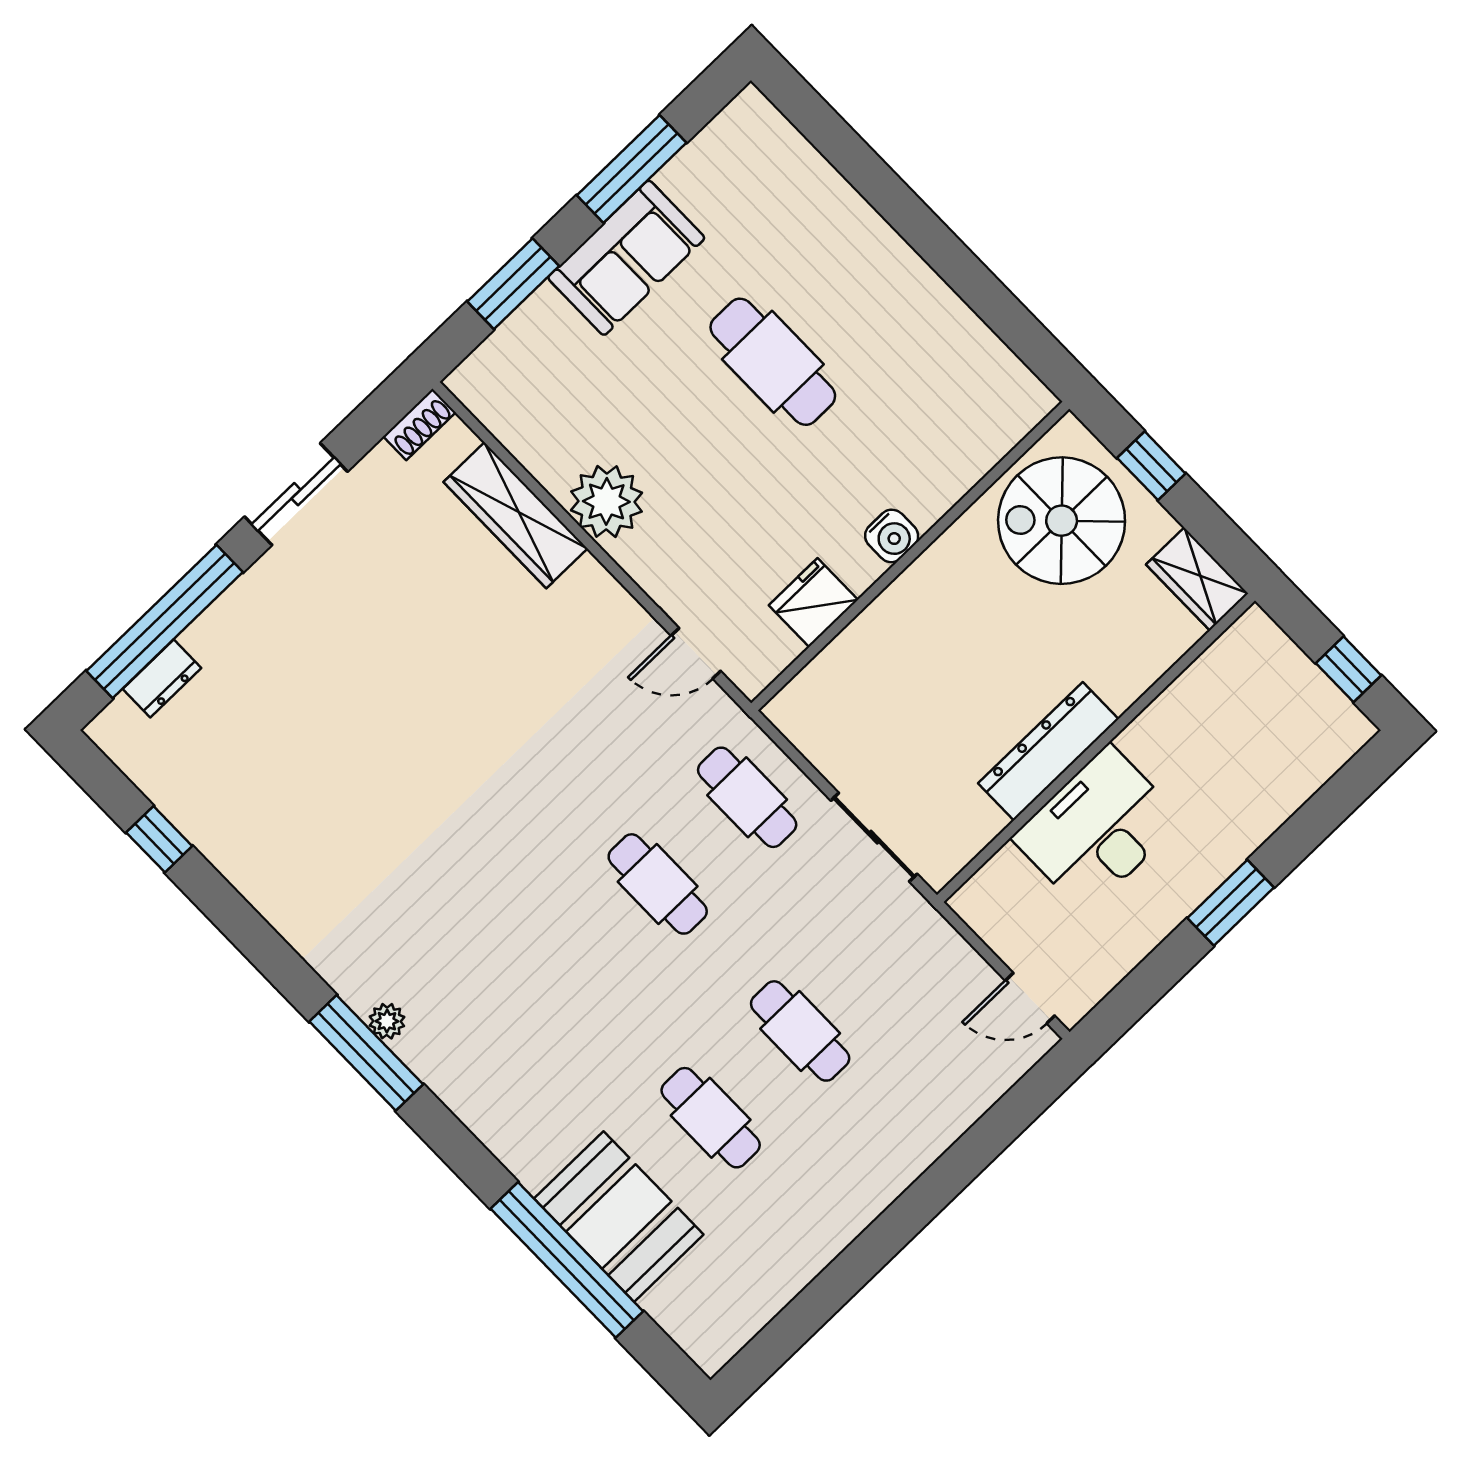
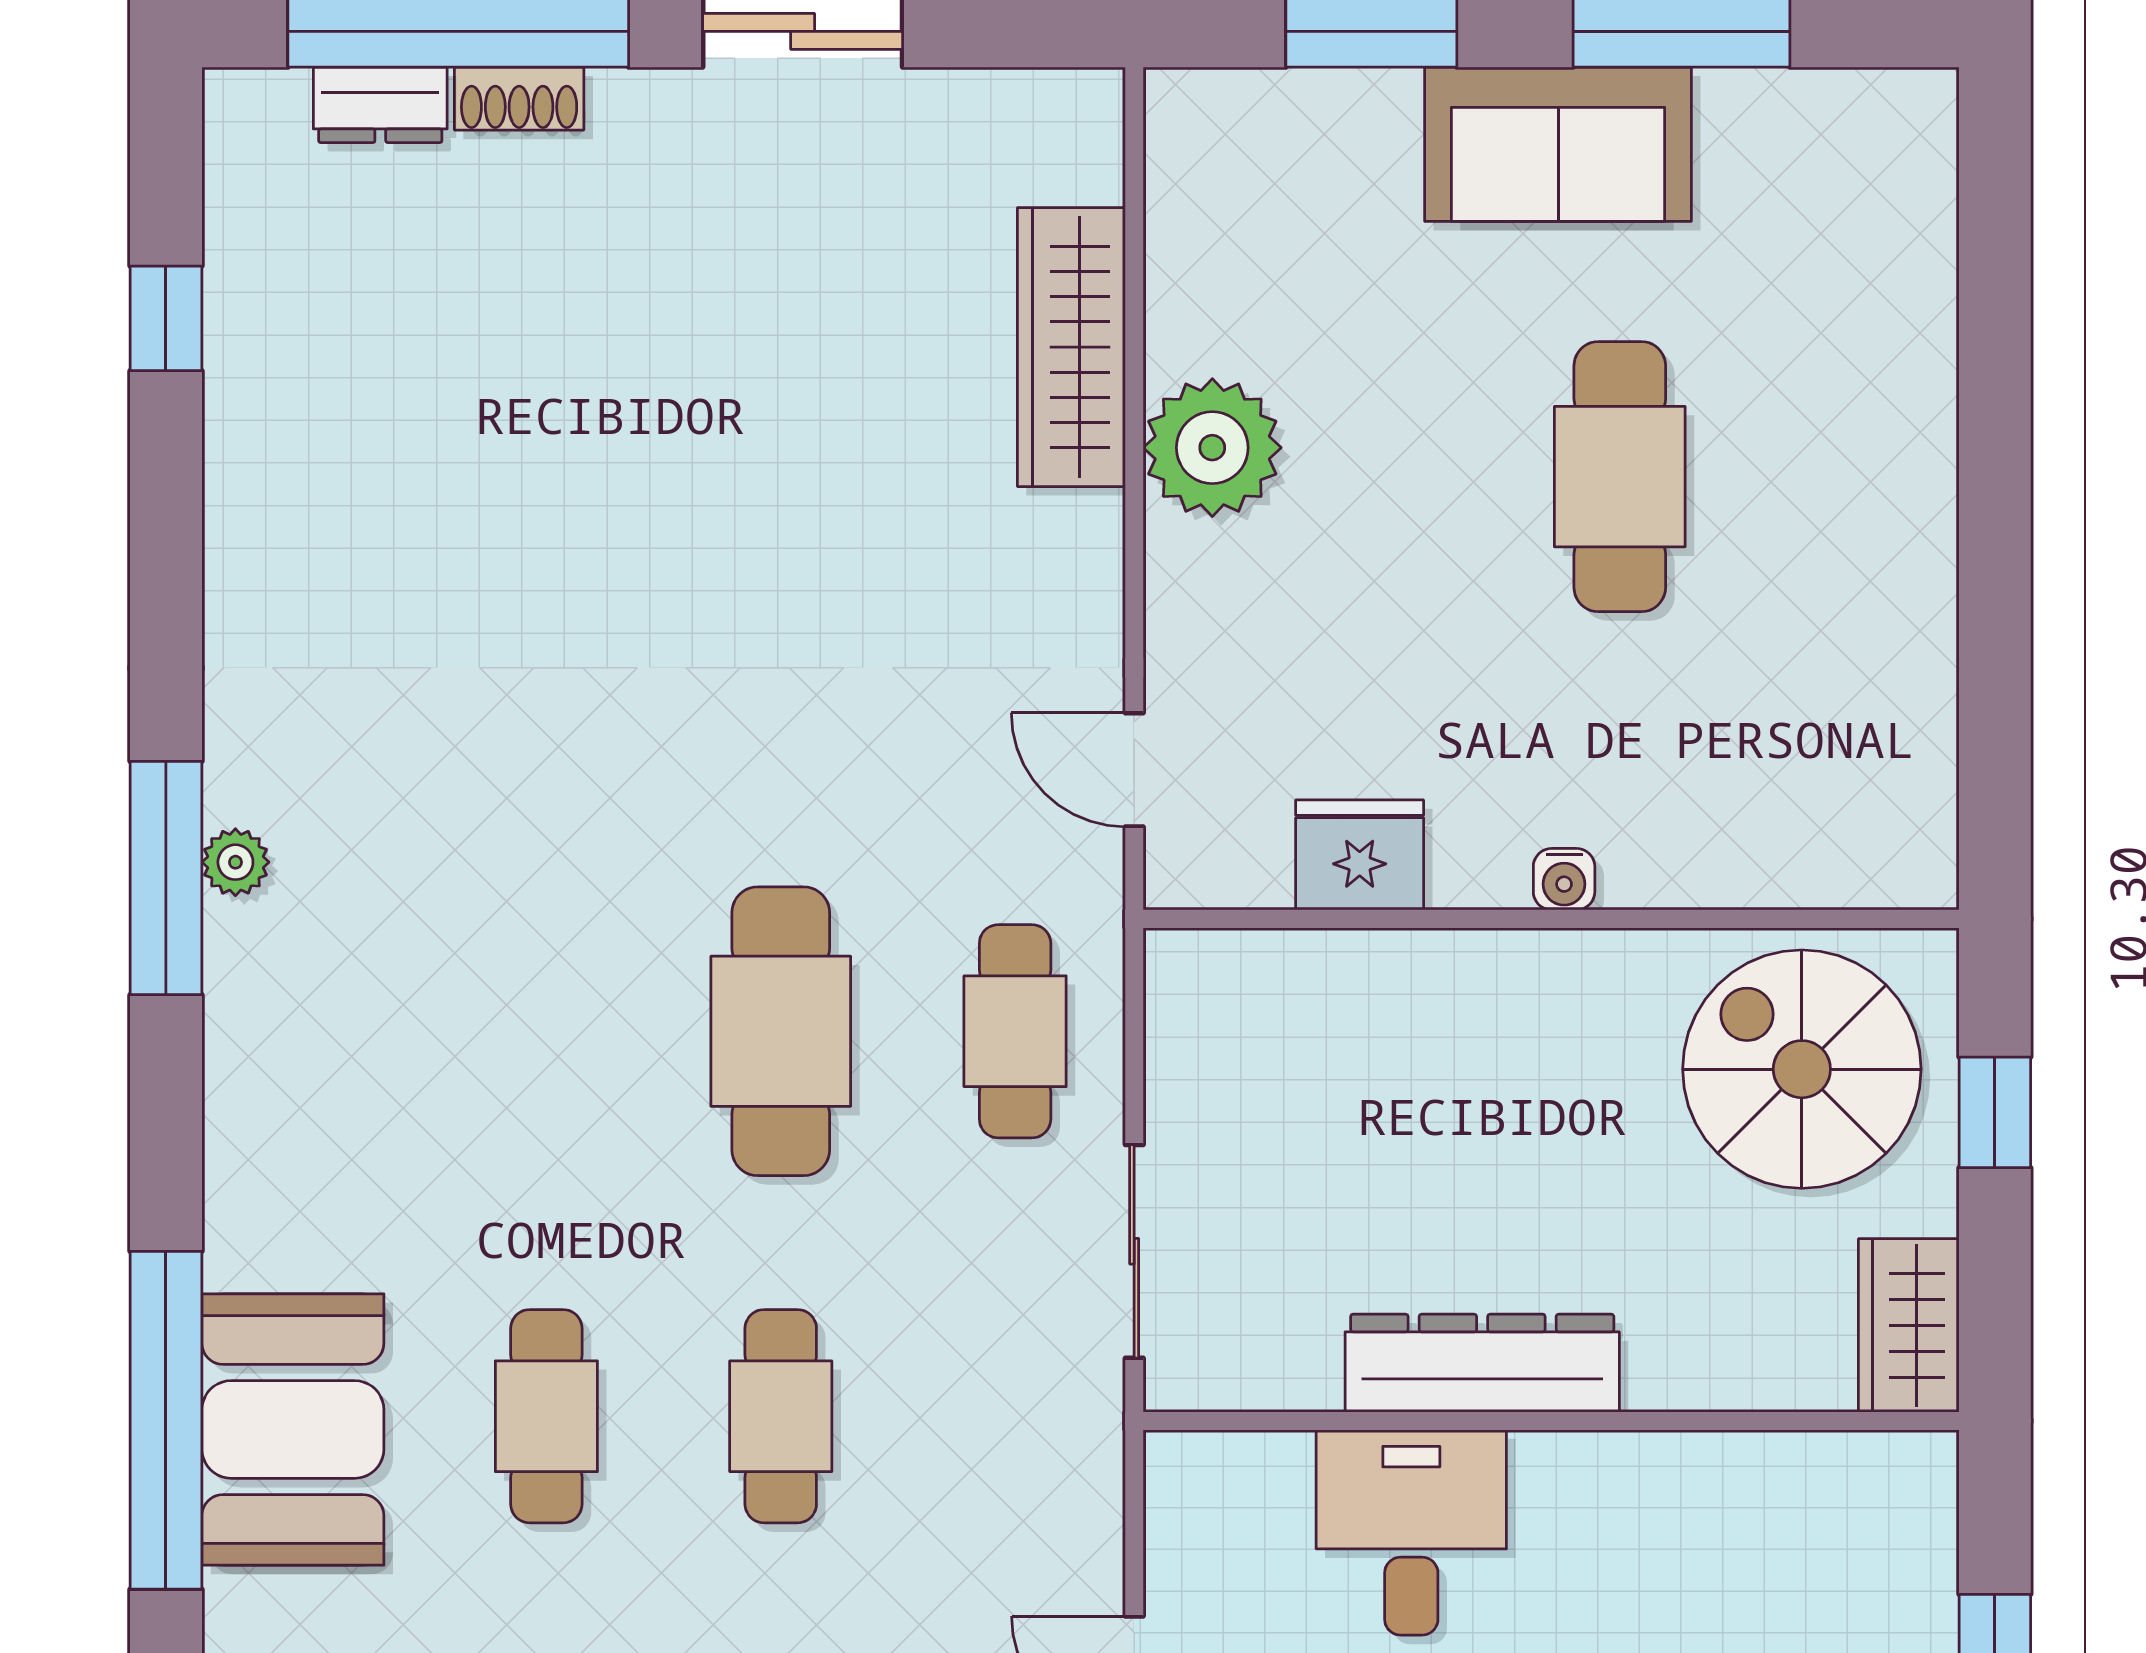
shoe rack: (419, 424) -> (519, 99), moved
water cooler: (892, 536) -> (1564, 879), width x0.72, depth x0.72
desk: (1097, 829) -> (1411, 1533), width x0.73
cafe table: (658, 884) -> (781, 1031), width x1.37, depth x1.35

